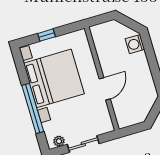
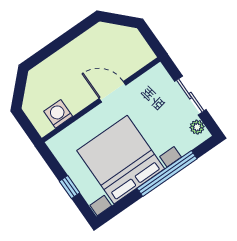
washing machine: (135, 44) -> (58, 114), moved, turned 180

